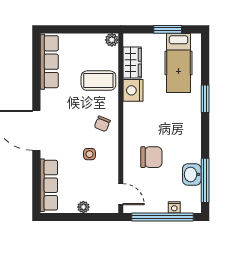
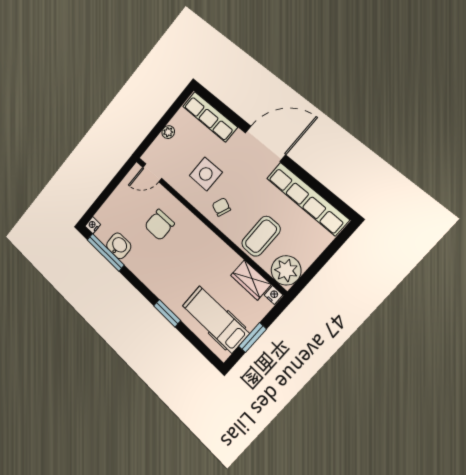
plant: (112, 40) -> (286, 270), width x1.88, depth x1.88
row of seats: (49, 62) -> (307, 199), width x1.36
nightstand: (133, 90) -> (273, 295), moved, width x0.53, depth x0.56
side table: (90, 154) -> (206, 174), width x1.87, depth x1.87
nightstand: (174, 207) -> (93, 225), moved
window: (162, 217) -> (107, 192), removed

